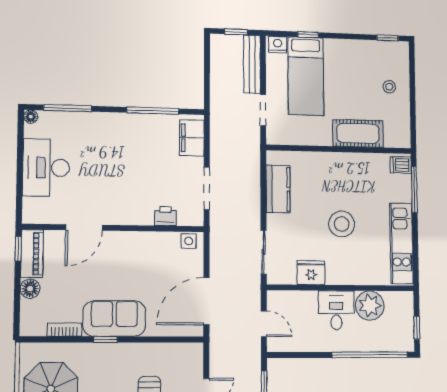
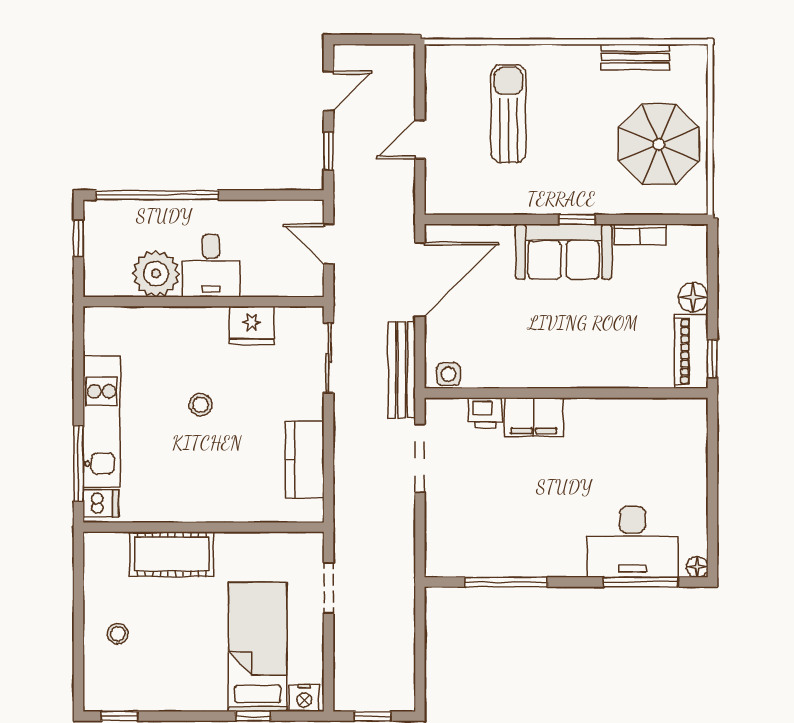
bench: (252, 64) -> (402, 370), moved
filing cabinet: (192, 138) -> (534, 417), moved, turned 90
desk: (46, 168) -> (633, 542), moved, turned 90
stool: (342, 224) -> (201, 405), width x0.53, depth x0.53
door: (84, 228) -> (612, 393), removed
kitchen unit: (401, 243) -> (102, 422), moved

